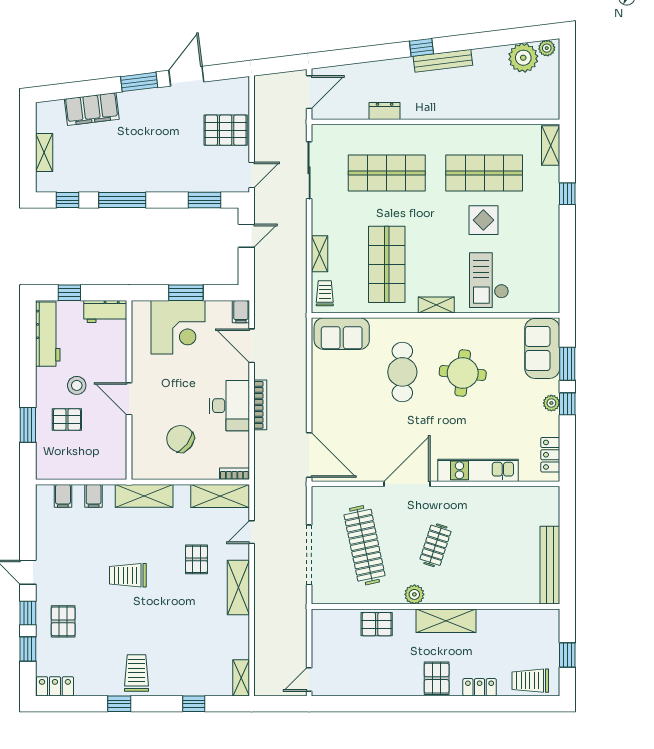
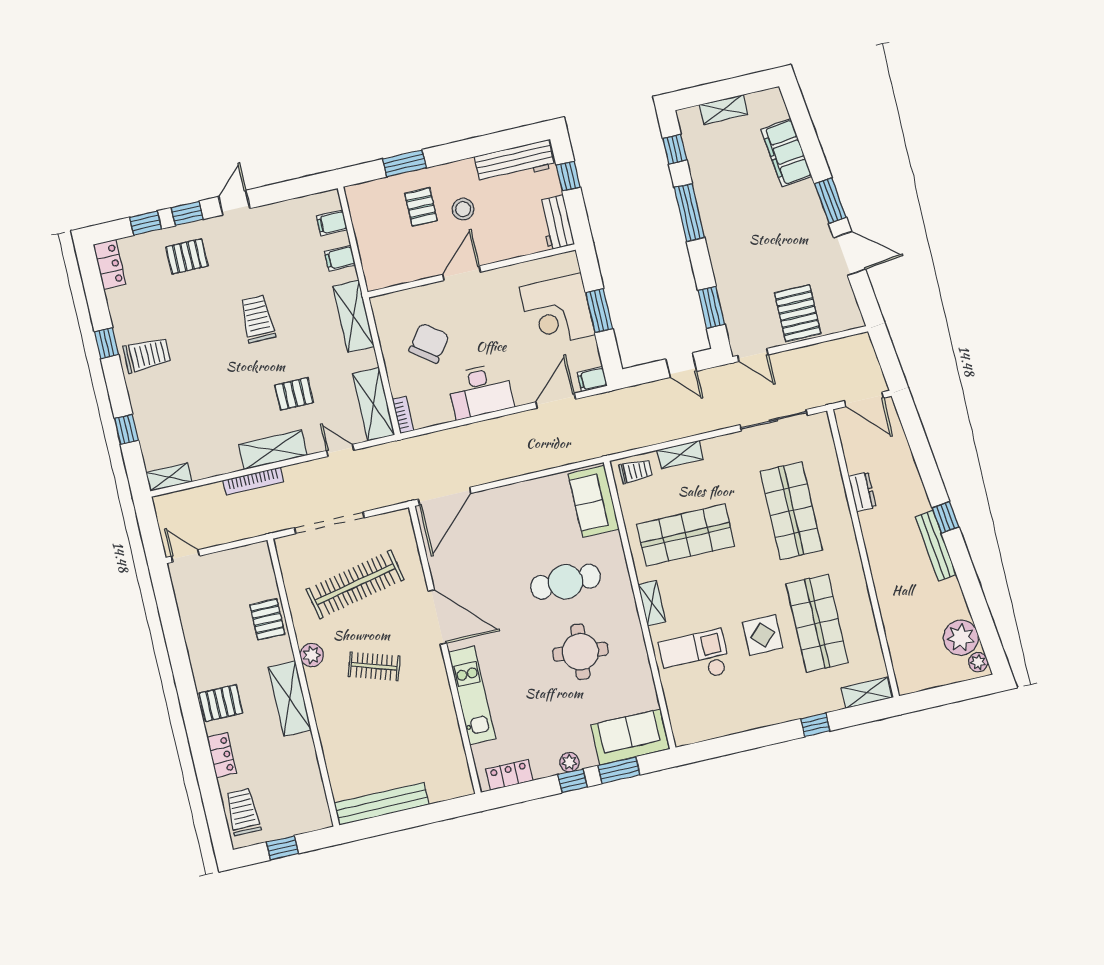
bookcase: (260, 405) -> (253, 481), moved

